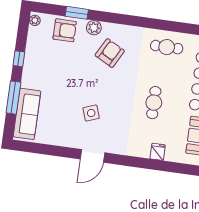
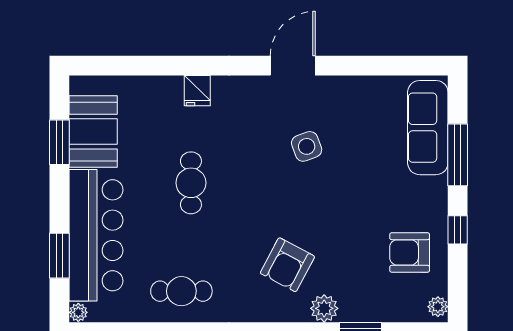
armchair: (65, 30) -> (410, 252), moved
fridge: (158, 152) -> (197, 91), moved

